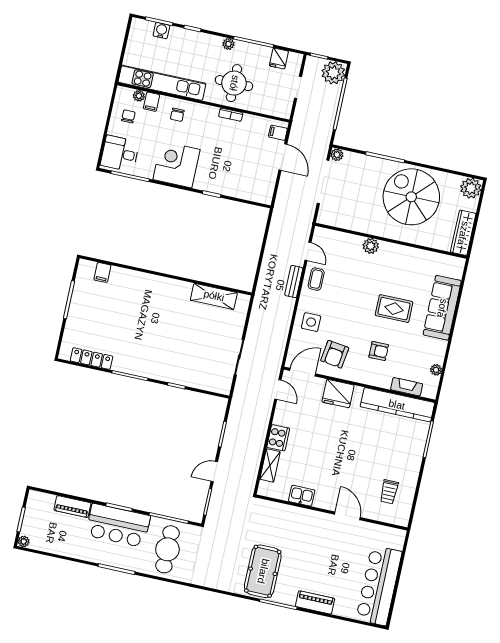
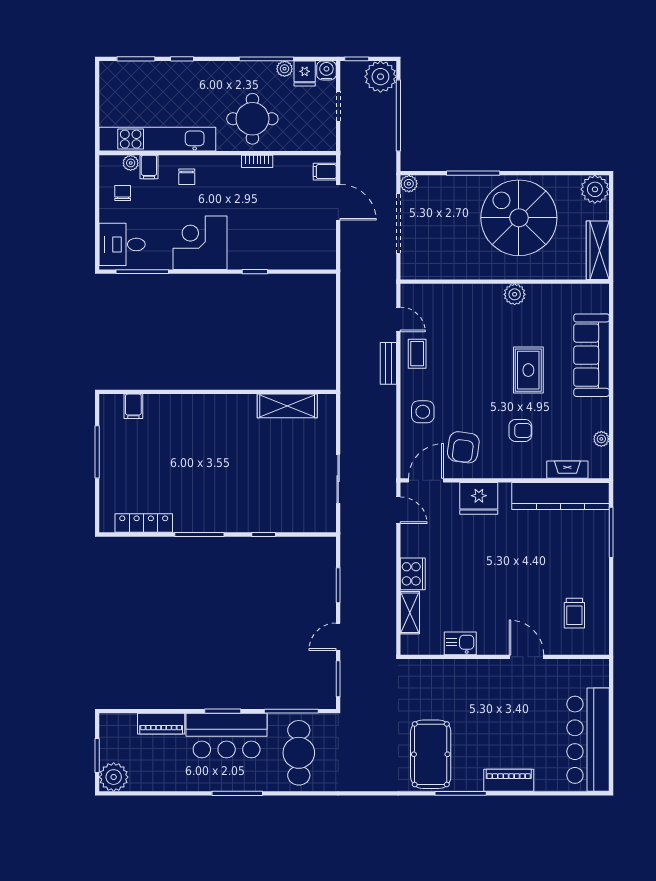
water cooler: (161, 31) -> (326, 70), moved
plant: (229, 44) -> (285, 69), moved
plant: (371, 246) -> (515, 294), moved
rug: (394, 309) -> (528, 370), turned 90
plant: (24, 541) -> (114, 777), width x1.88, depth x1.88

